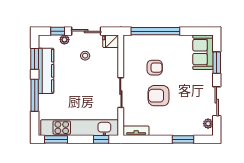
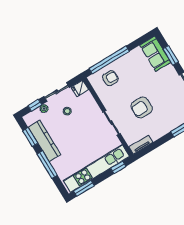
armchair: (155, 68) -> (110, 78), moved

